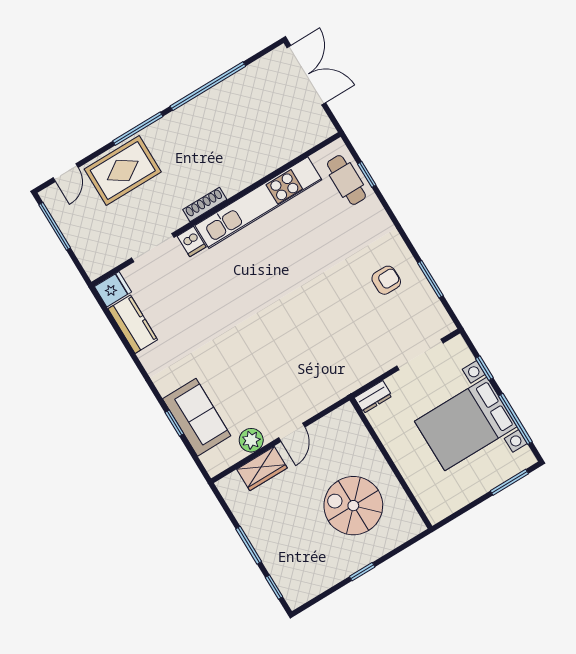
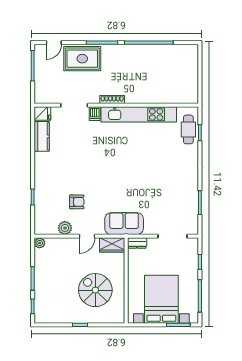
double door: (306, 75) -> (200, 67), removed
armchair: (386, 280) -> (77, 202), moved
sofa: (197, 417) -> (124, 224), moved, turned -90
bed with nightstands: (466, 424) -> (161, 299), moved, turned 90
wardrobe: (262, 469) -> (112, 245), moved
plant: (227, 486) -> (40, 243), added

